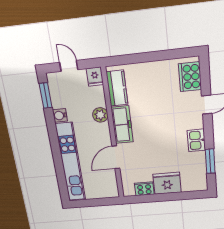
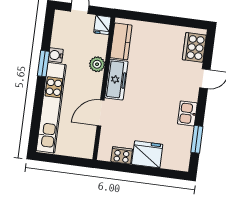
window: (46, 95) -> (43, 64), moved

